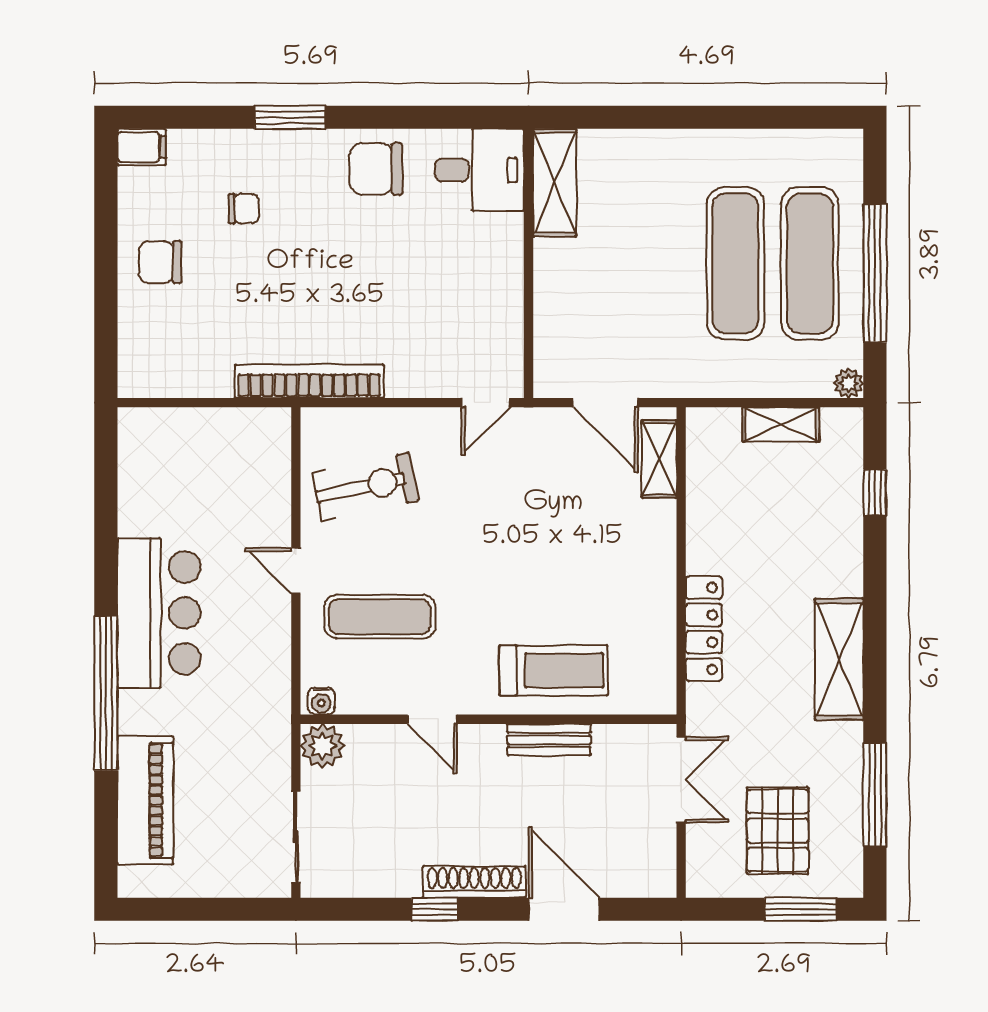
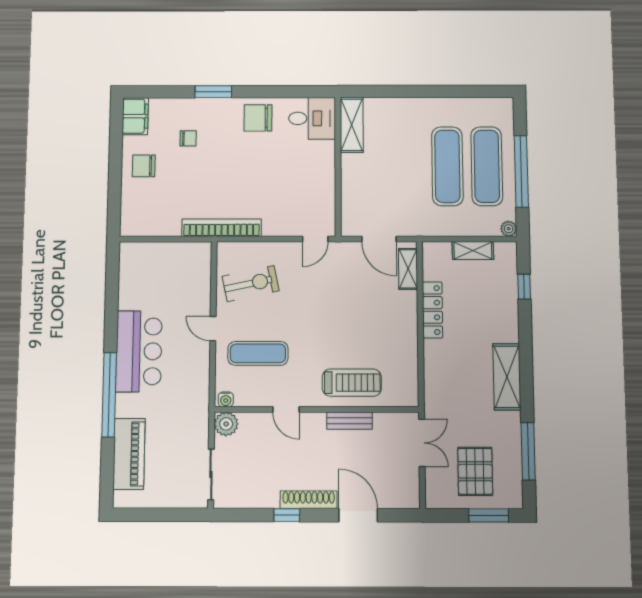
filing cabinet: (142, 147) -> (135, 116), width x2.00
locker: (704, 629) -> (432, 310), moved

